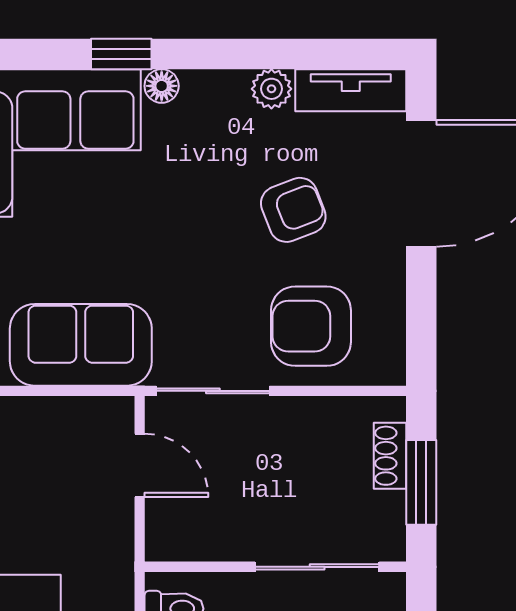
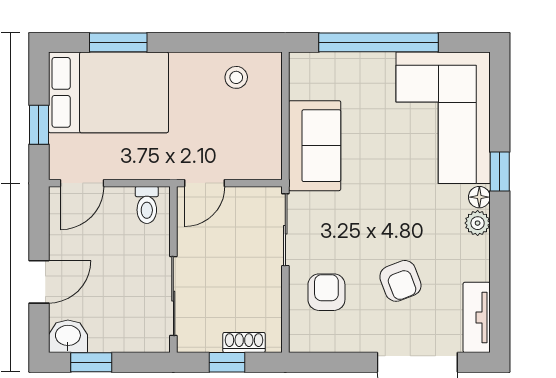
plant: (271, 89) -> (478, 223), moved
armchair: (311, 326) -> (326, 292), width x0.72, depth x0.72
door: (140, 465) -> (205, 183), moved
window: (421, 482) -> (227, 362), width x0.67

